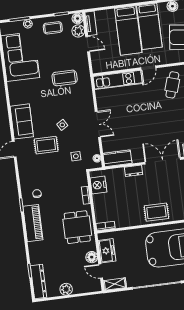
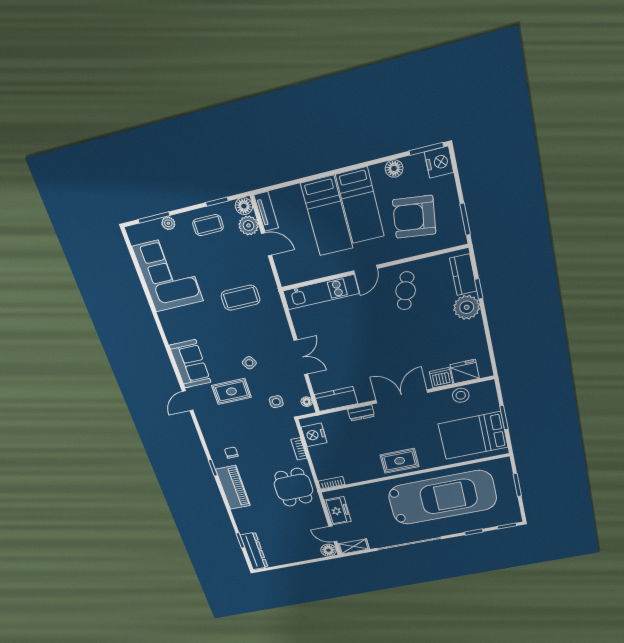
floor lamp: (92, 257) -> (328, 550), moved
plant: (66, 289) -> (291, 557), removed

